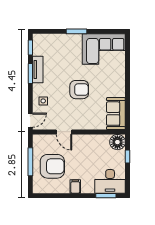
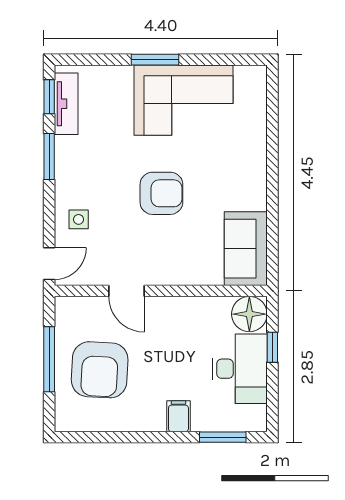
corner sofa: (104, 49) -> (184, 100), moved
tv unit: (38, 69) -> (66, 104), moved
armchair: (52, 166) -> (100, 370), turned 93
desk: (110, 181) -> (240, 369), moved, turned -90
filing cabinet: (75, 187) -> (178, 416), moved

